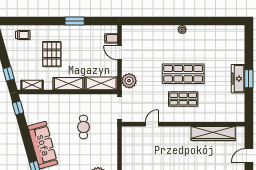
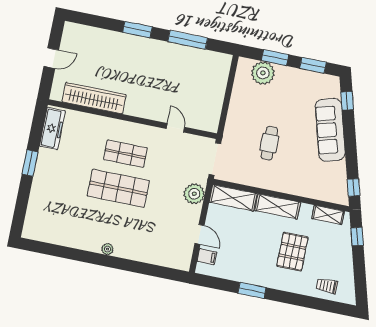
freezer: (238, 79) -> (52, 128), moved
door: (152, 124) -> (175, 128), swing flipped

